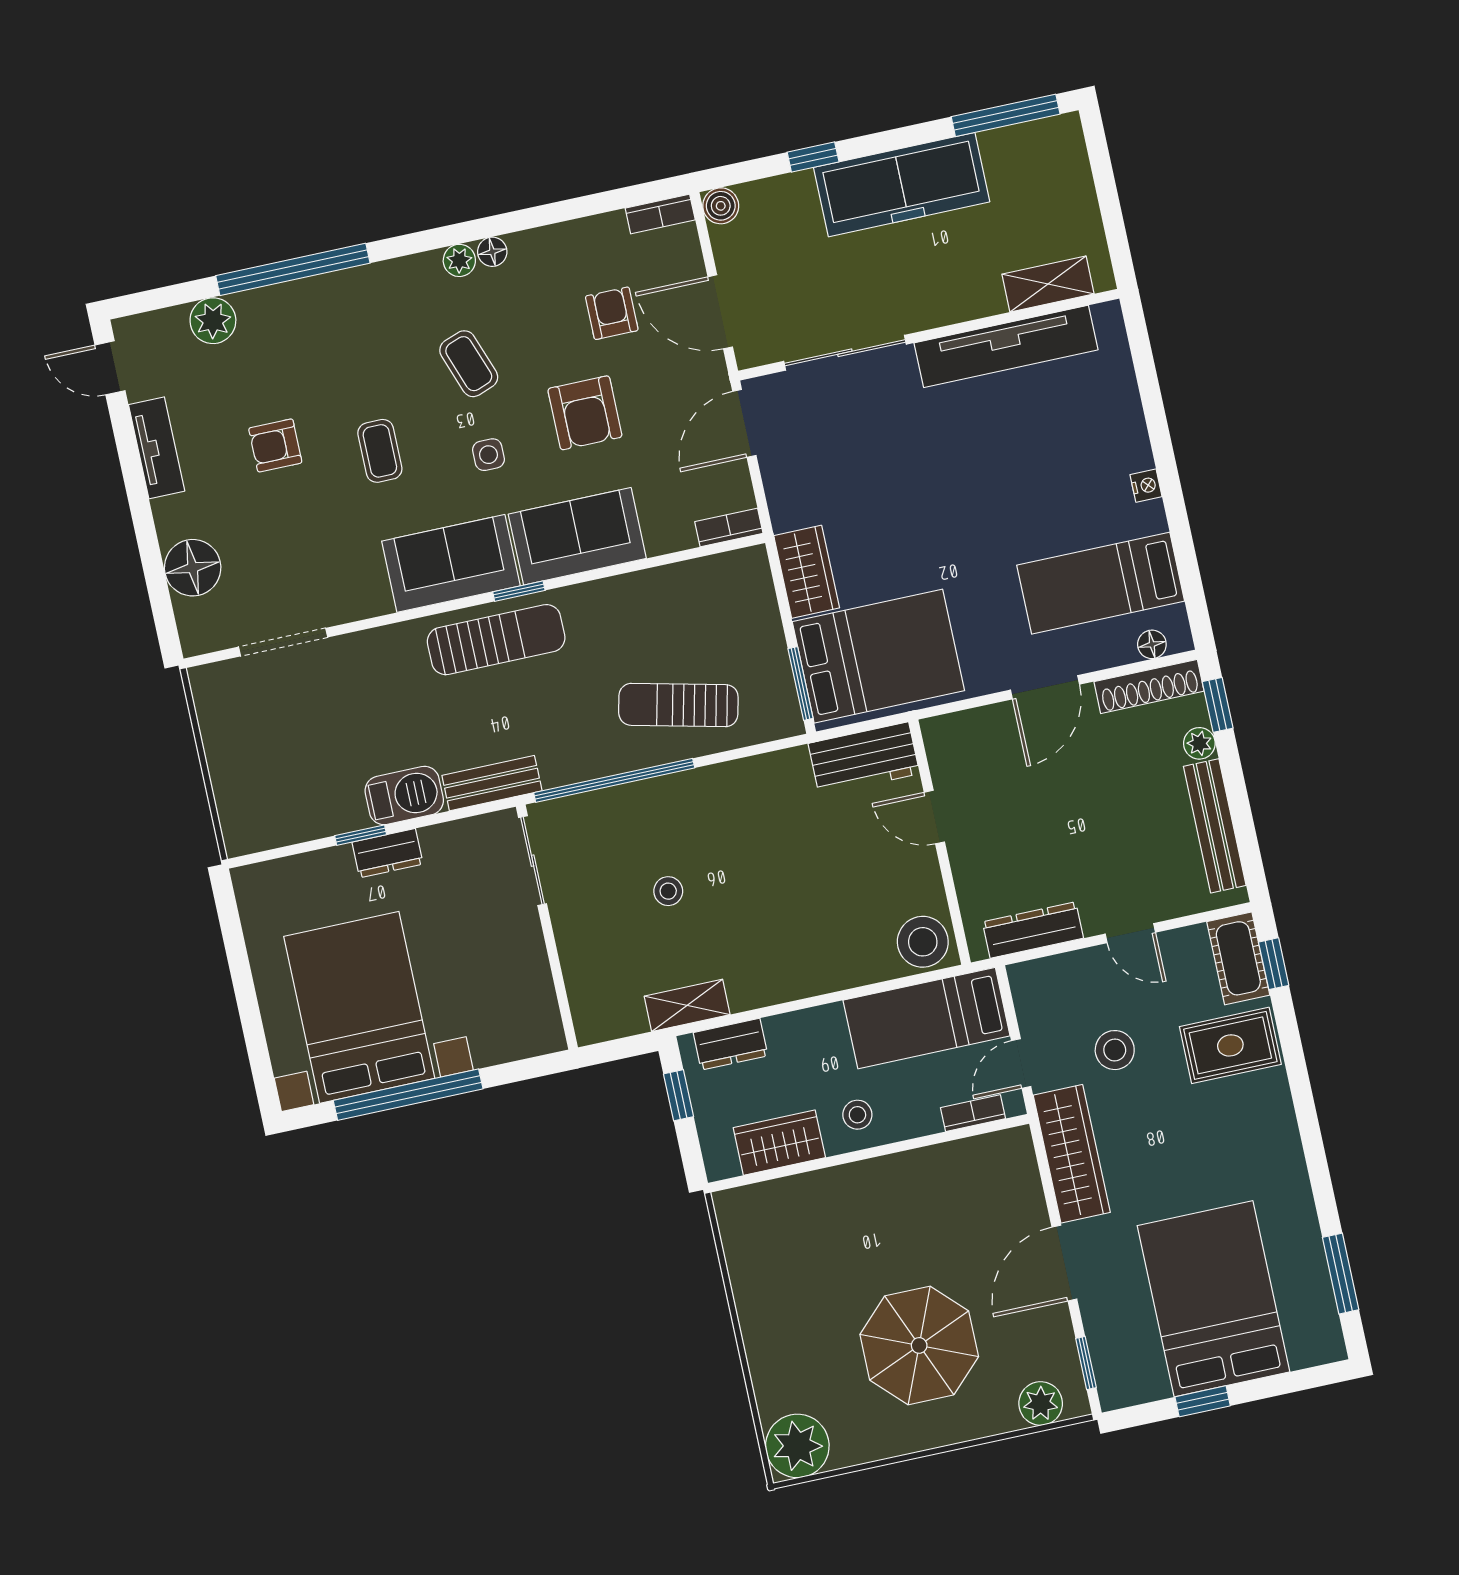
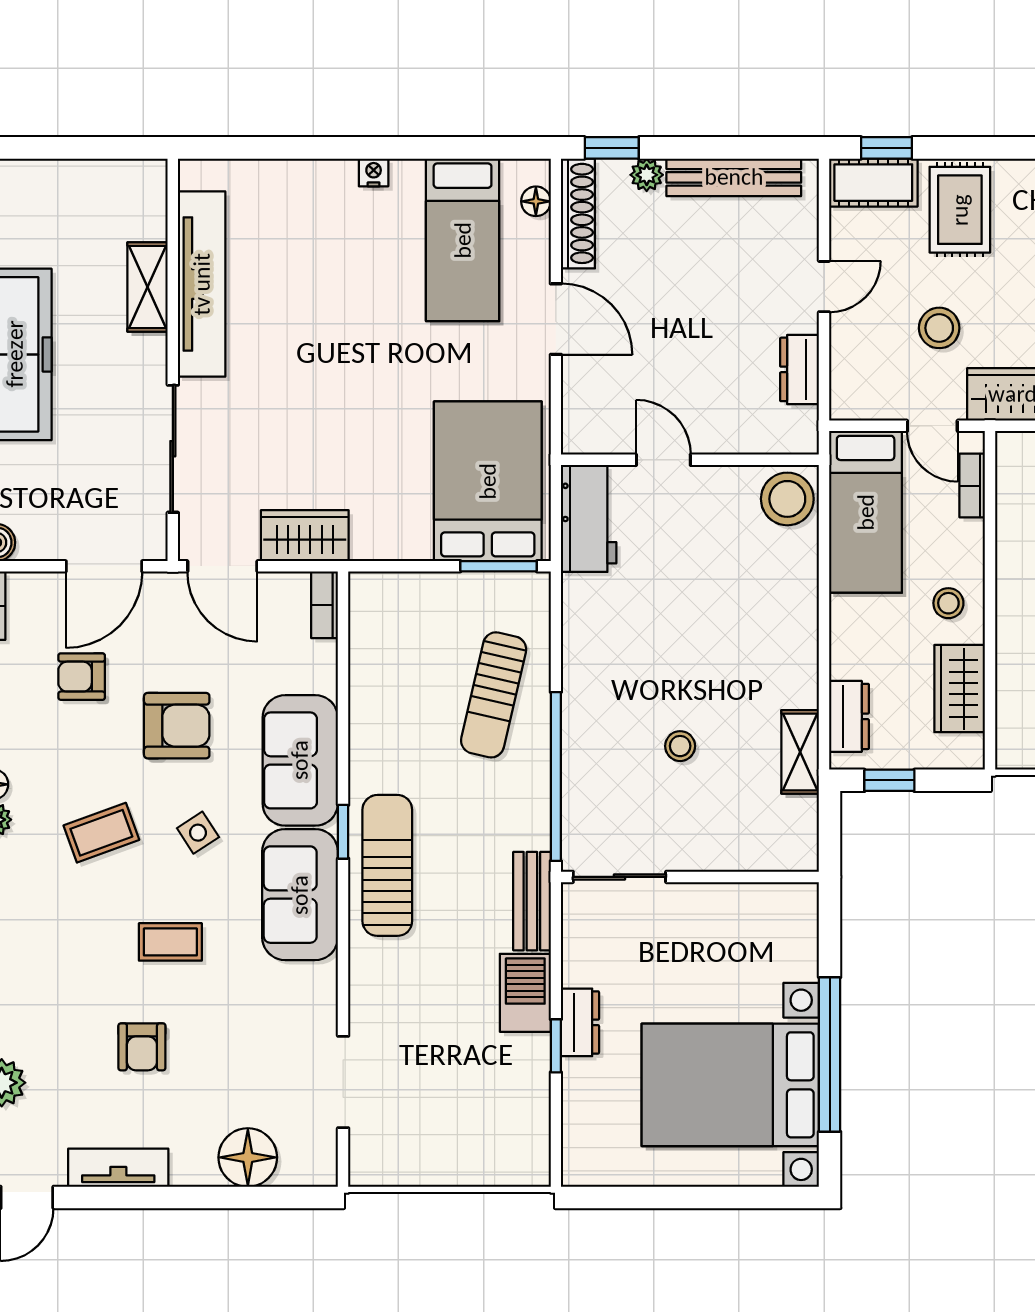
shelving: (1048, 284) -> (148, 287), moved
side table: (488, 455) -> (198, 833), turned -33
wardrobe: (807, 572) -> (305, 536), moved
door: (934, 817) -> (663, 460), swing flipped
dresser: (1033, 930) -> (799, 369), width x0.70

